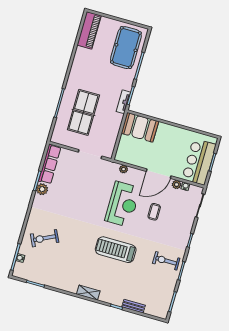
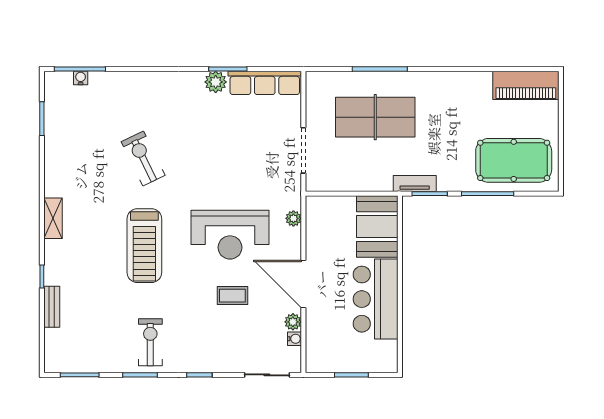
bar counter: (199, 162) -> (376, 299), moved, turned -90
exercise bike: (45, 238) -> (143, 159), moved
treadmill: (116, 250) -> (144, 246), turned 180

